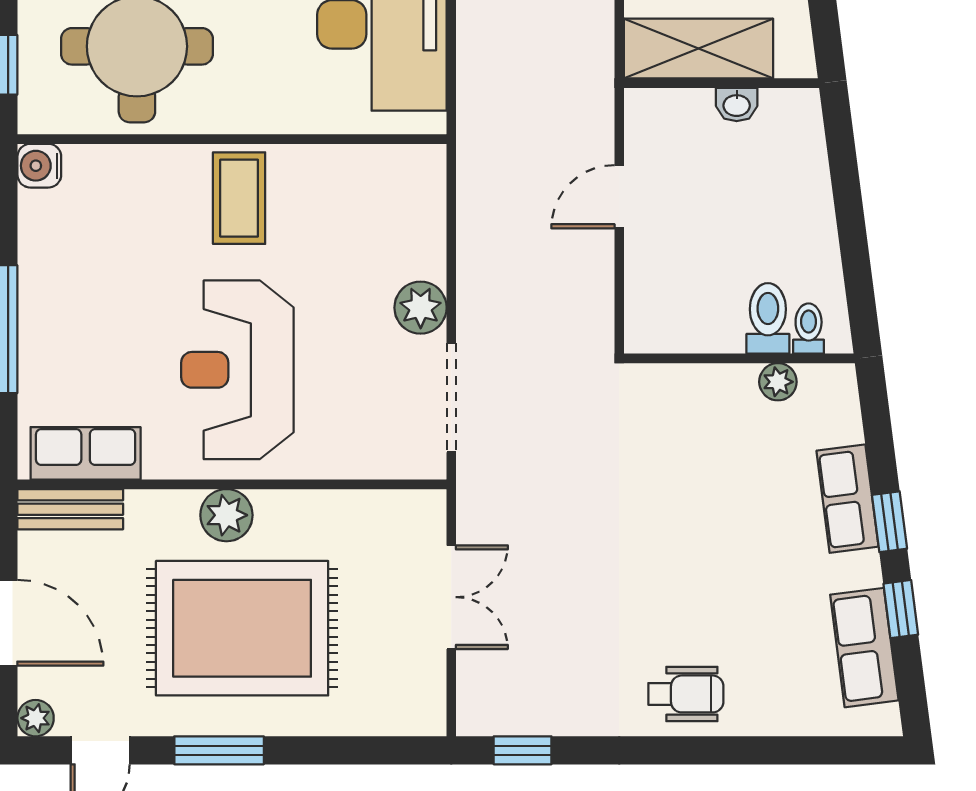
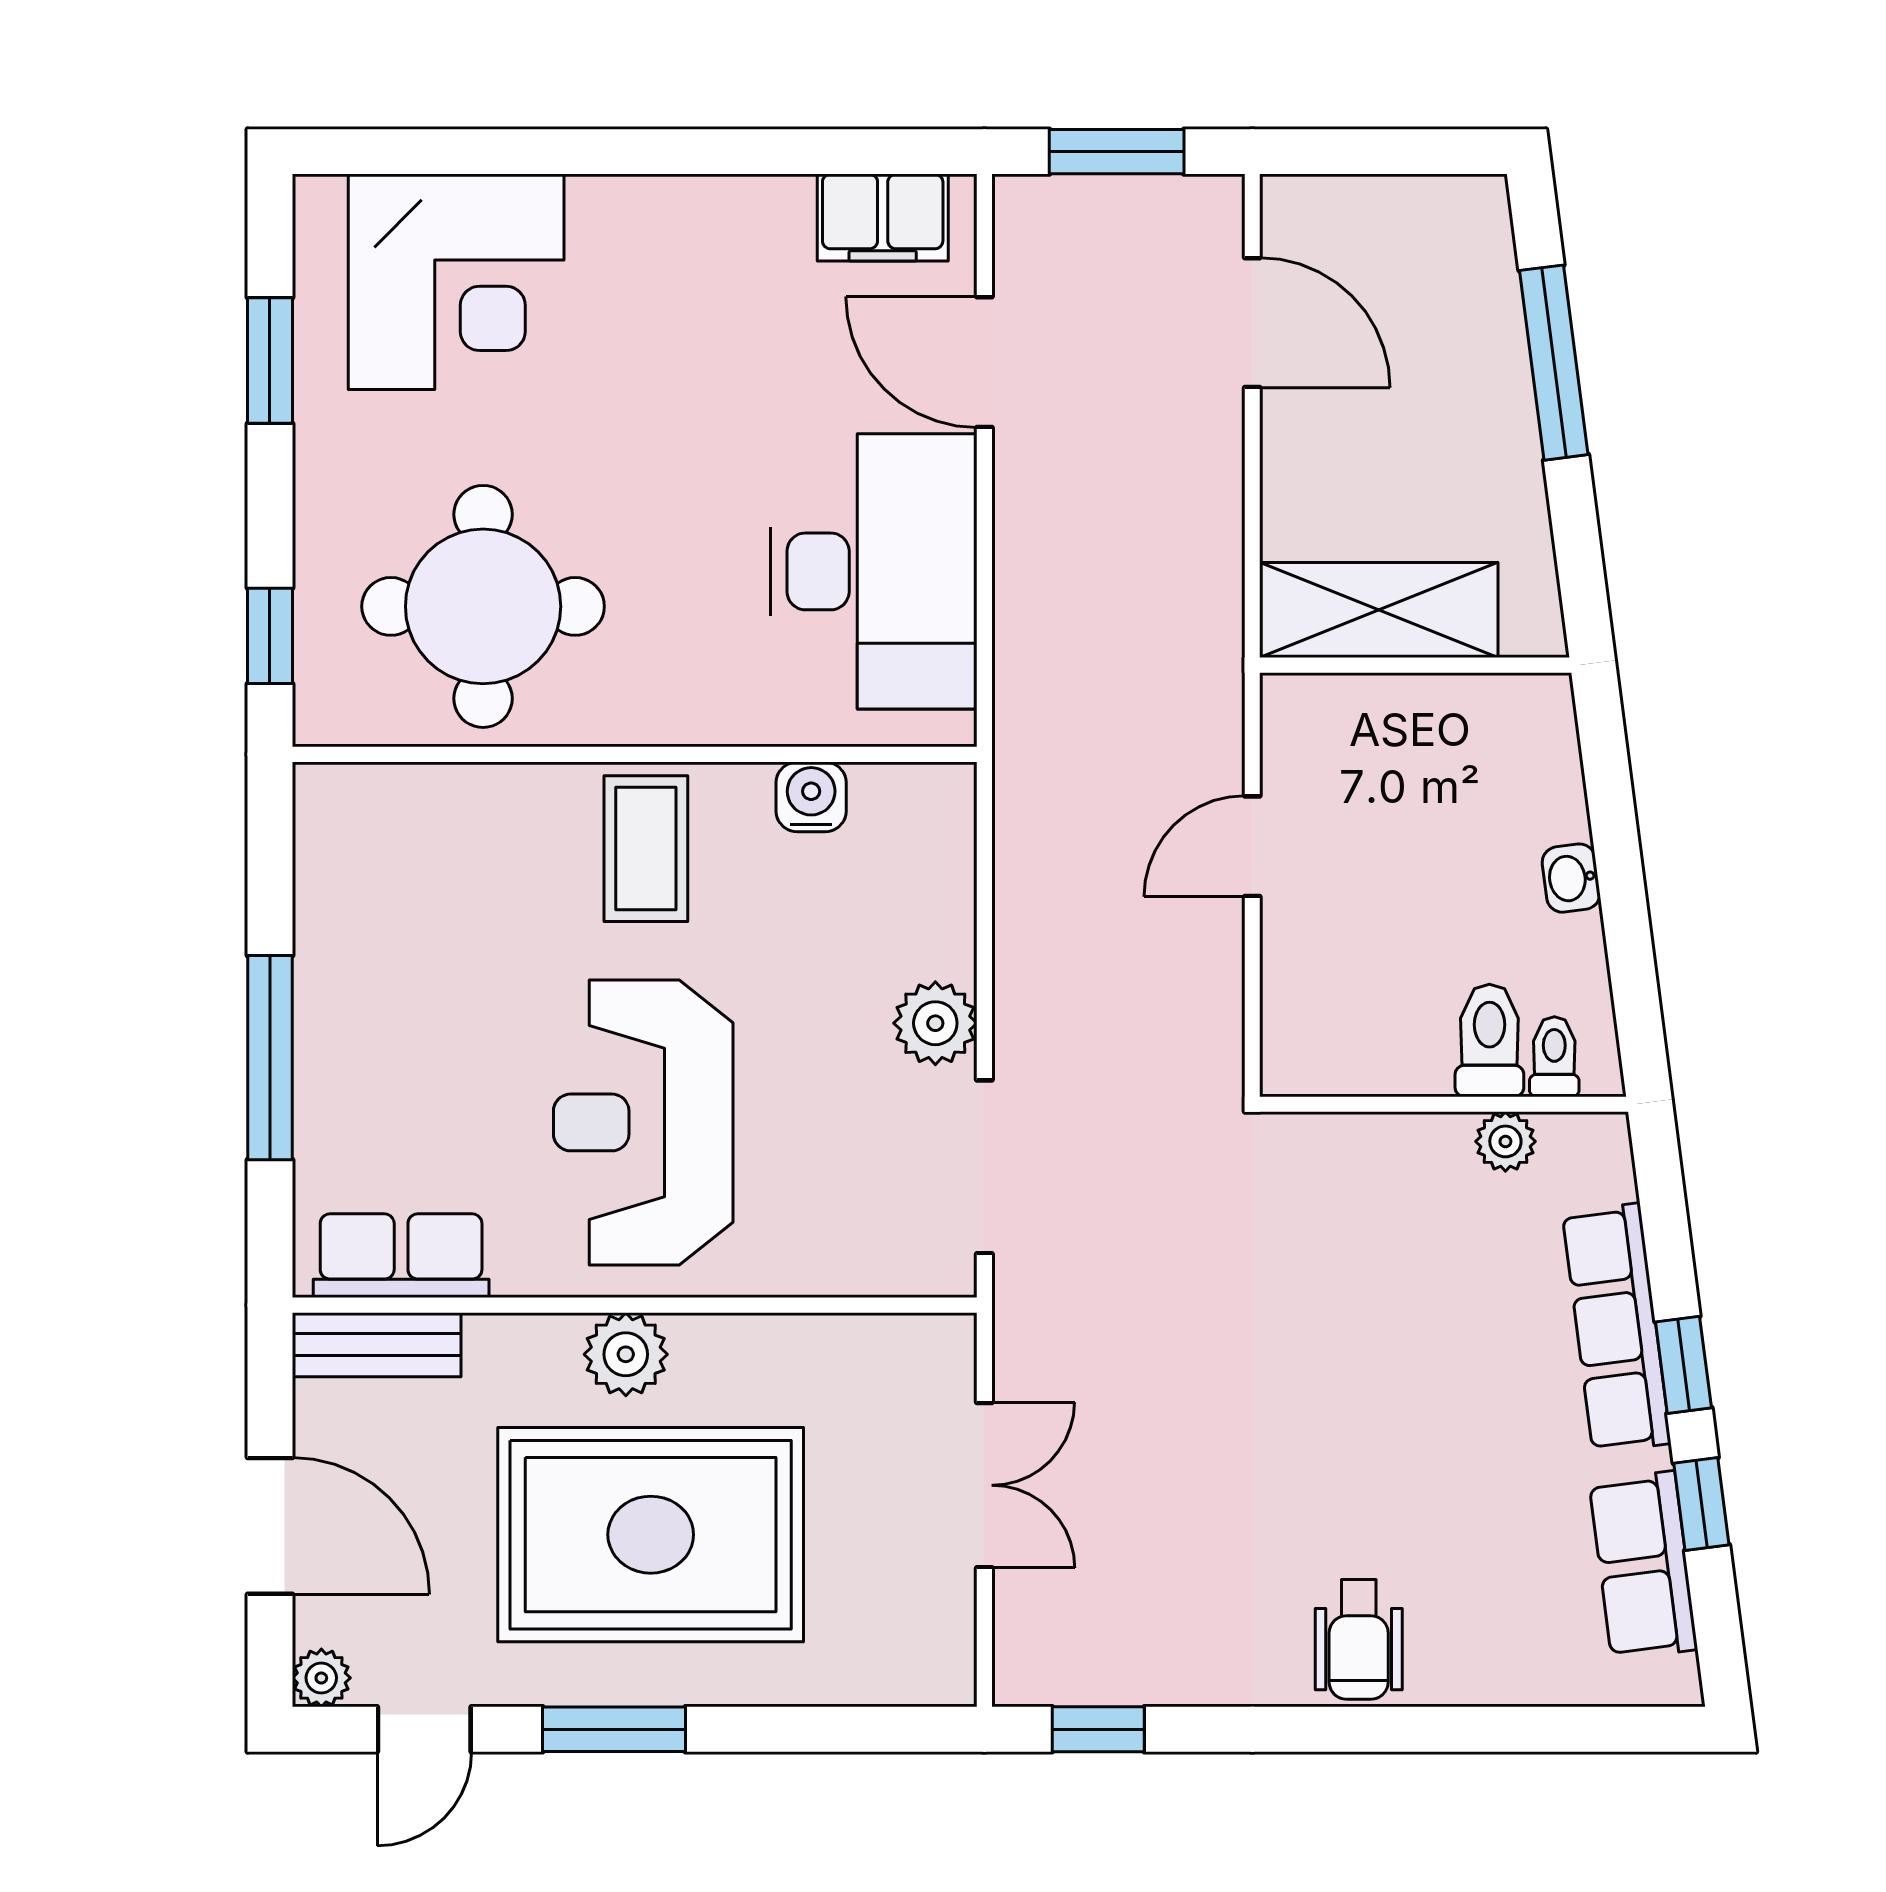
washbasin: (737, 105) -> (1571, 878), moved, turned 83
water cooler: (39, 166) -> (811, 797), moved, turned 90
row of seats: (848, 499) -> (1616, 1328), width x1.48
wheelchair: (686, 694) -> (1359, 1640), turned 90

